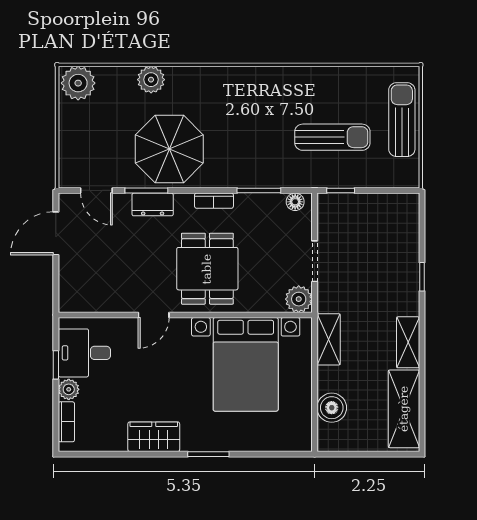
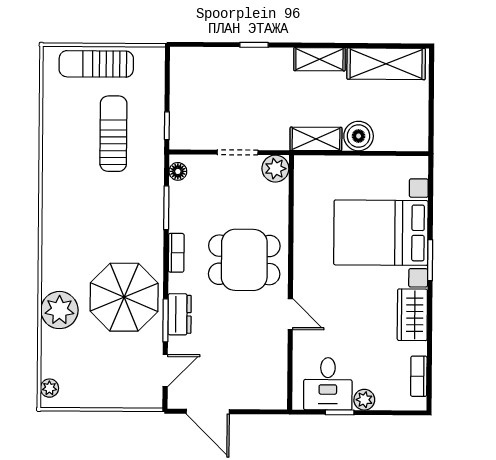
plant: (151, 80) -> (59, 310), width x1.36, depth x1.36
plant: (78, 83) -> (49, 388), width x0.53, depth x0.53
bed with nightstands: (246, 364) -> (381, 233), moved, turned 180
boiler: (332, 408) -> (359, 136), moved
bookcase: (66, 422) -> (419, 376), moved, turned -90

